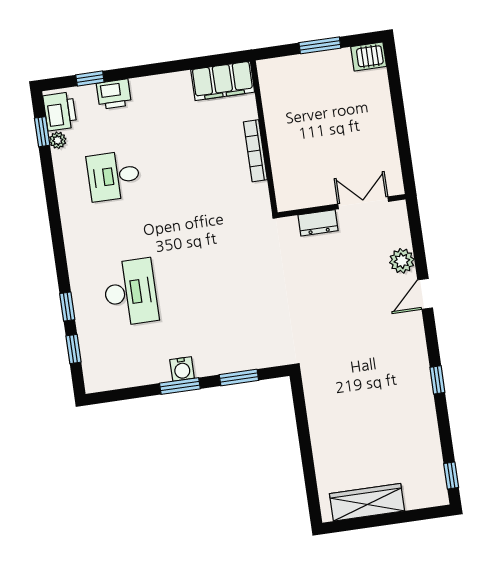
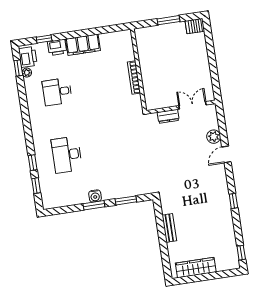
filing cabinet: (223, 81) -> (83, 45), moved
desk: (130, 292) -> (67, 155), turned 180
bench: (319, 429) -> (169, 228), added

